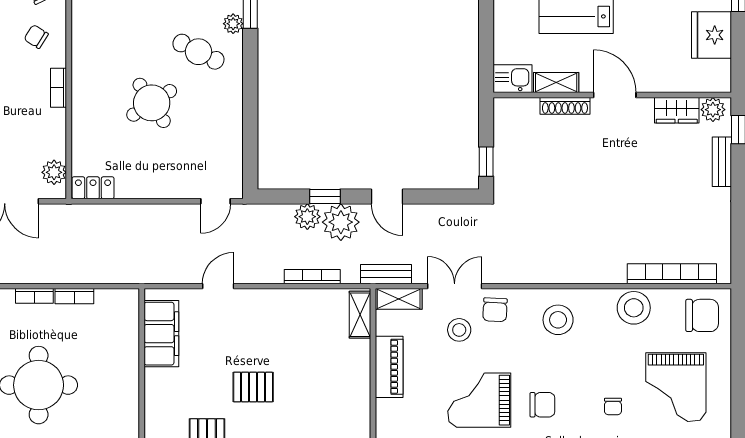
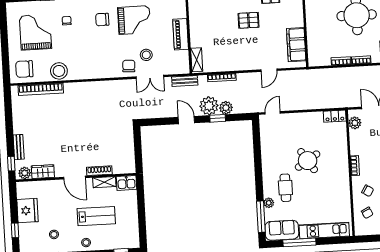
cafe table: (198, 52) -> (285, 188), turned 63
window: (486, 162) -> (137, 140), removed
shelving: (399, 299) -> (178, 69), removed
stool: (558, 320) -> (97, 63), removed

